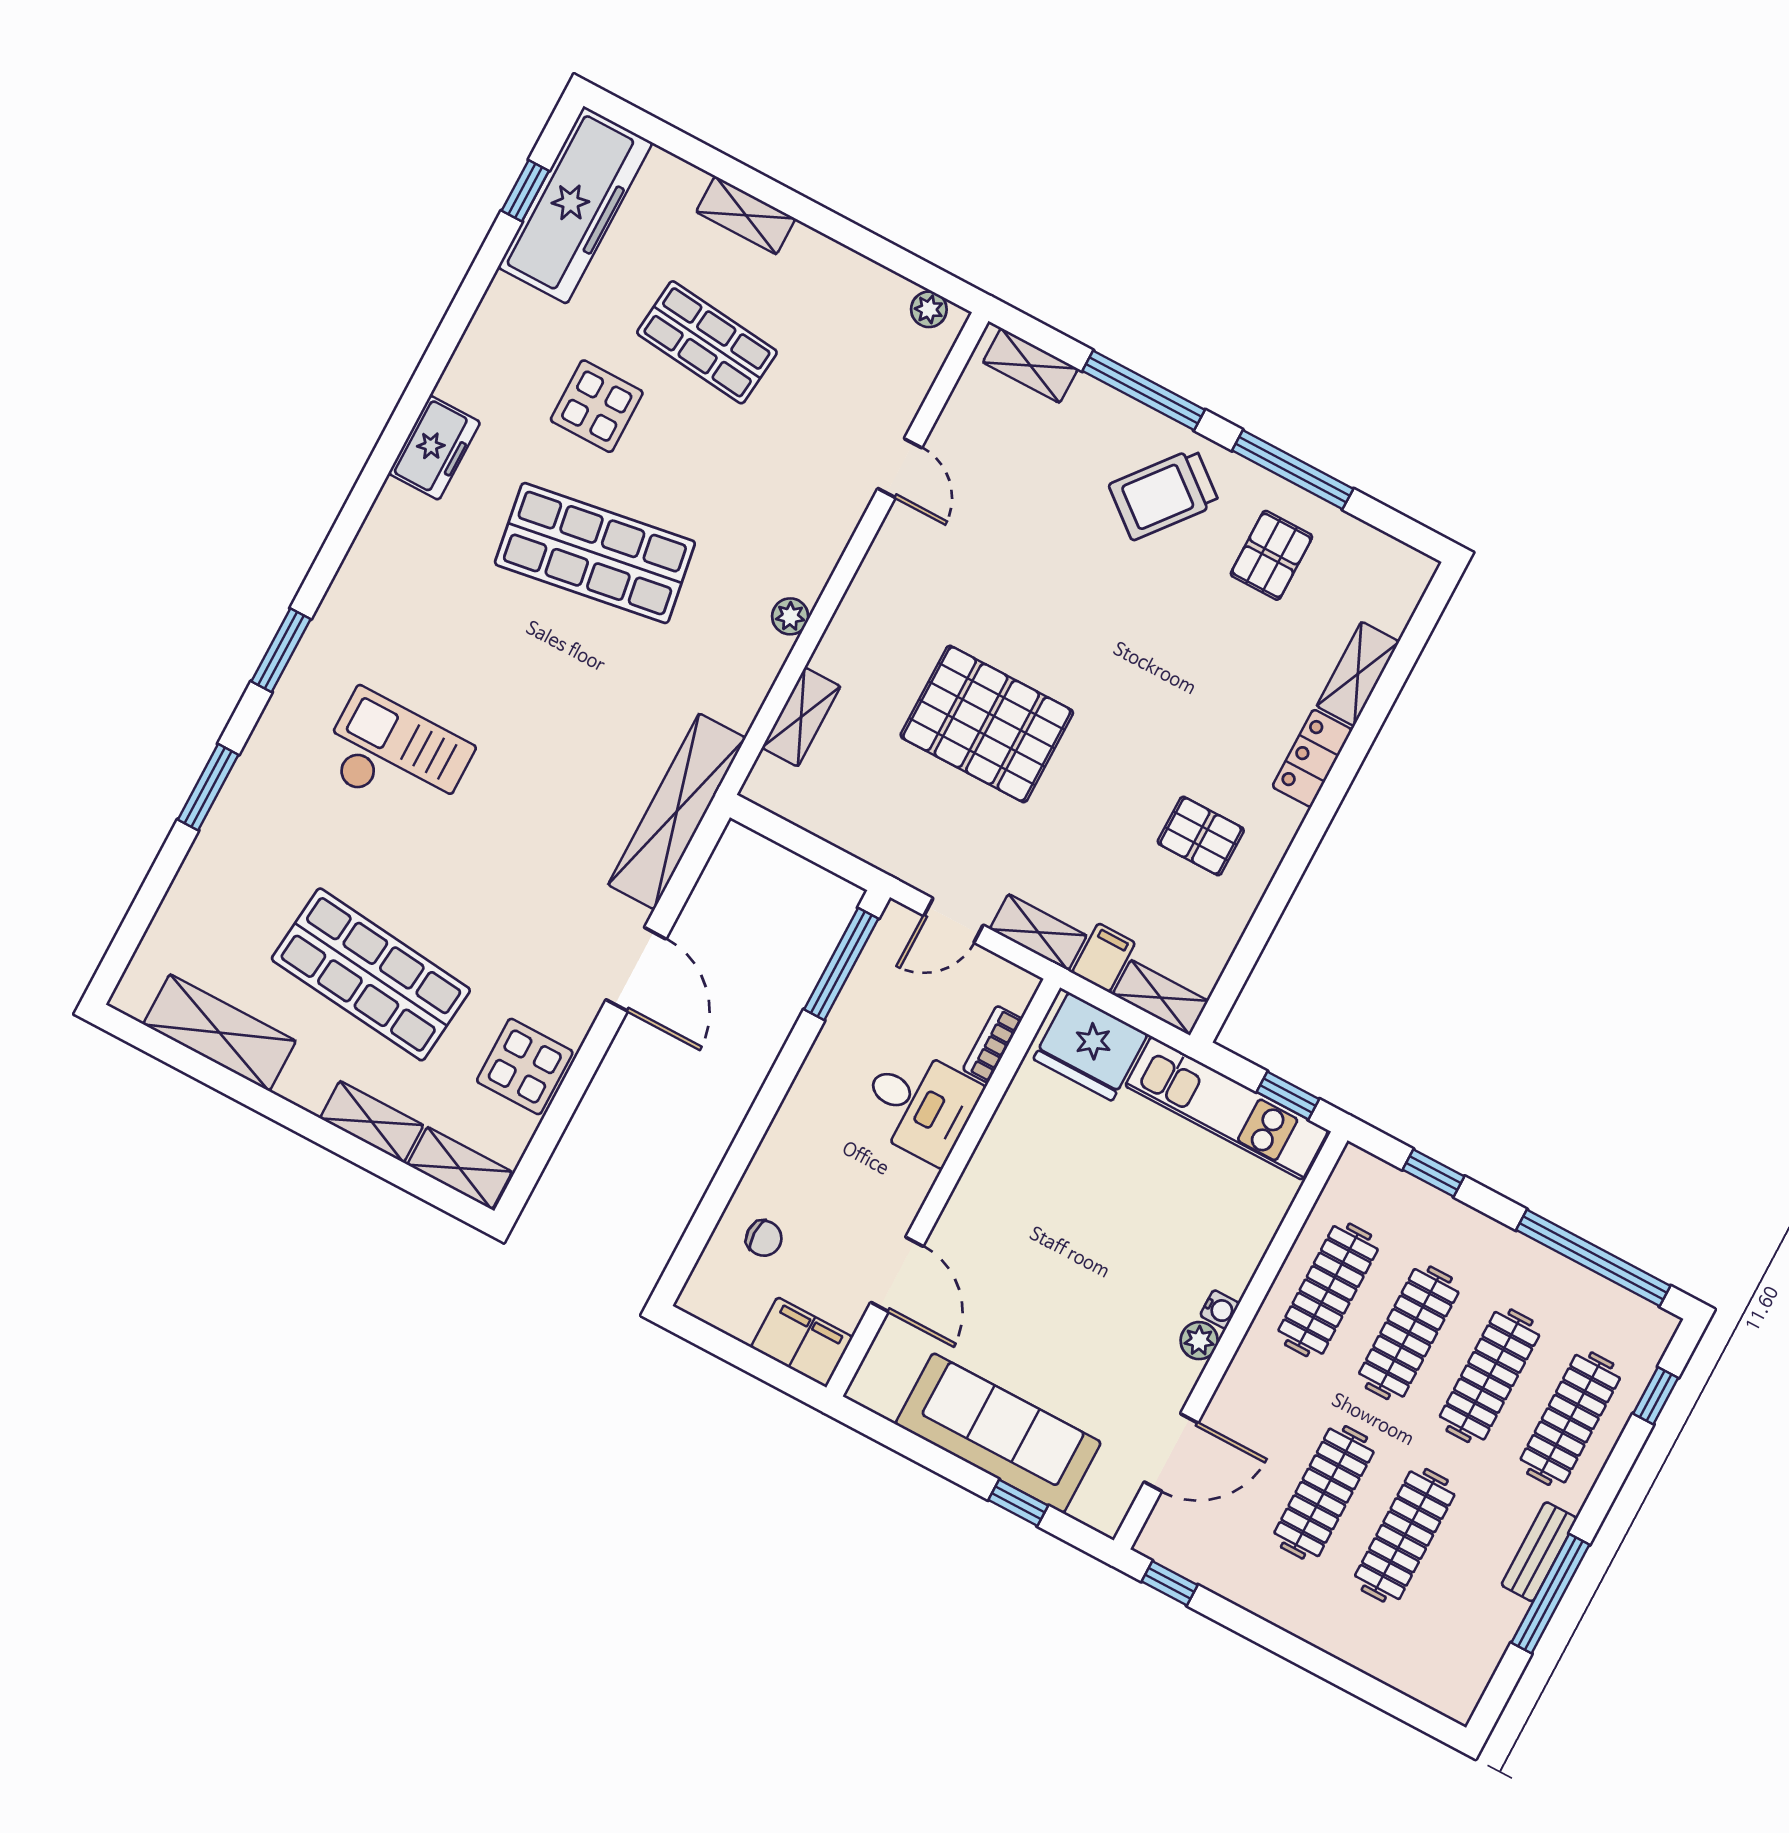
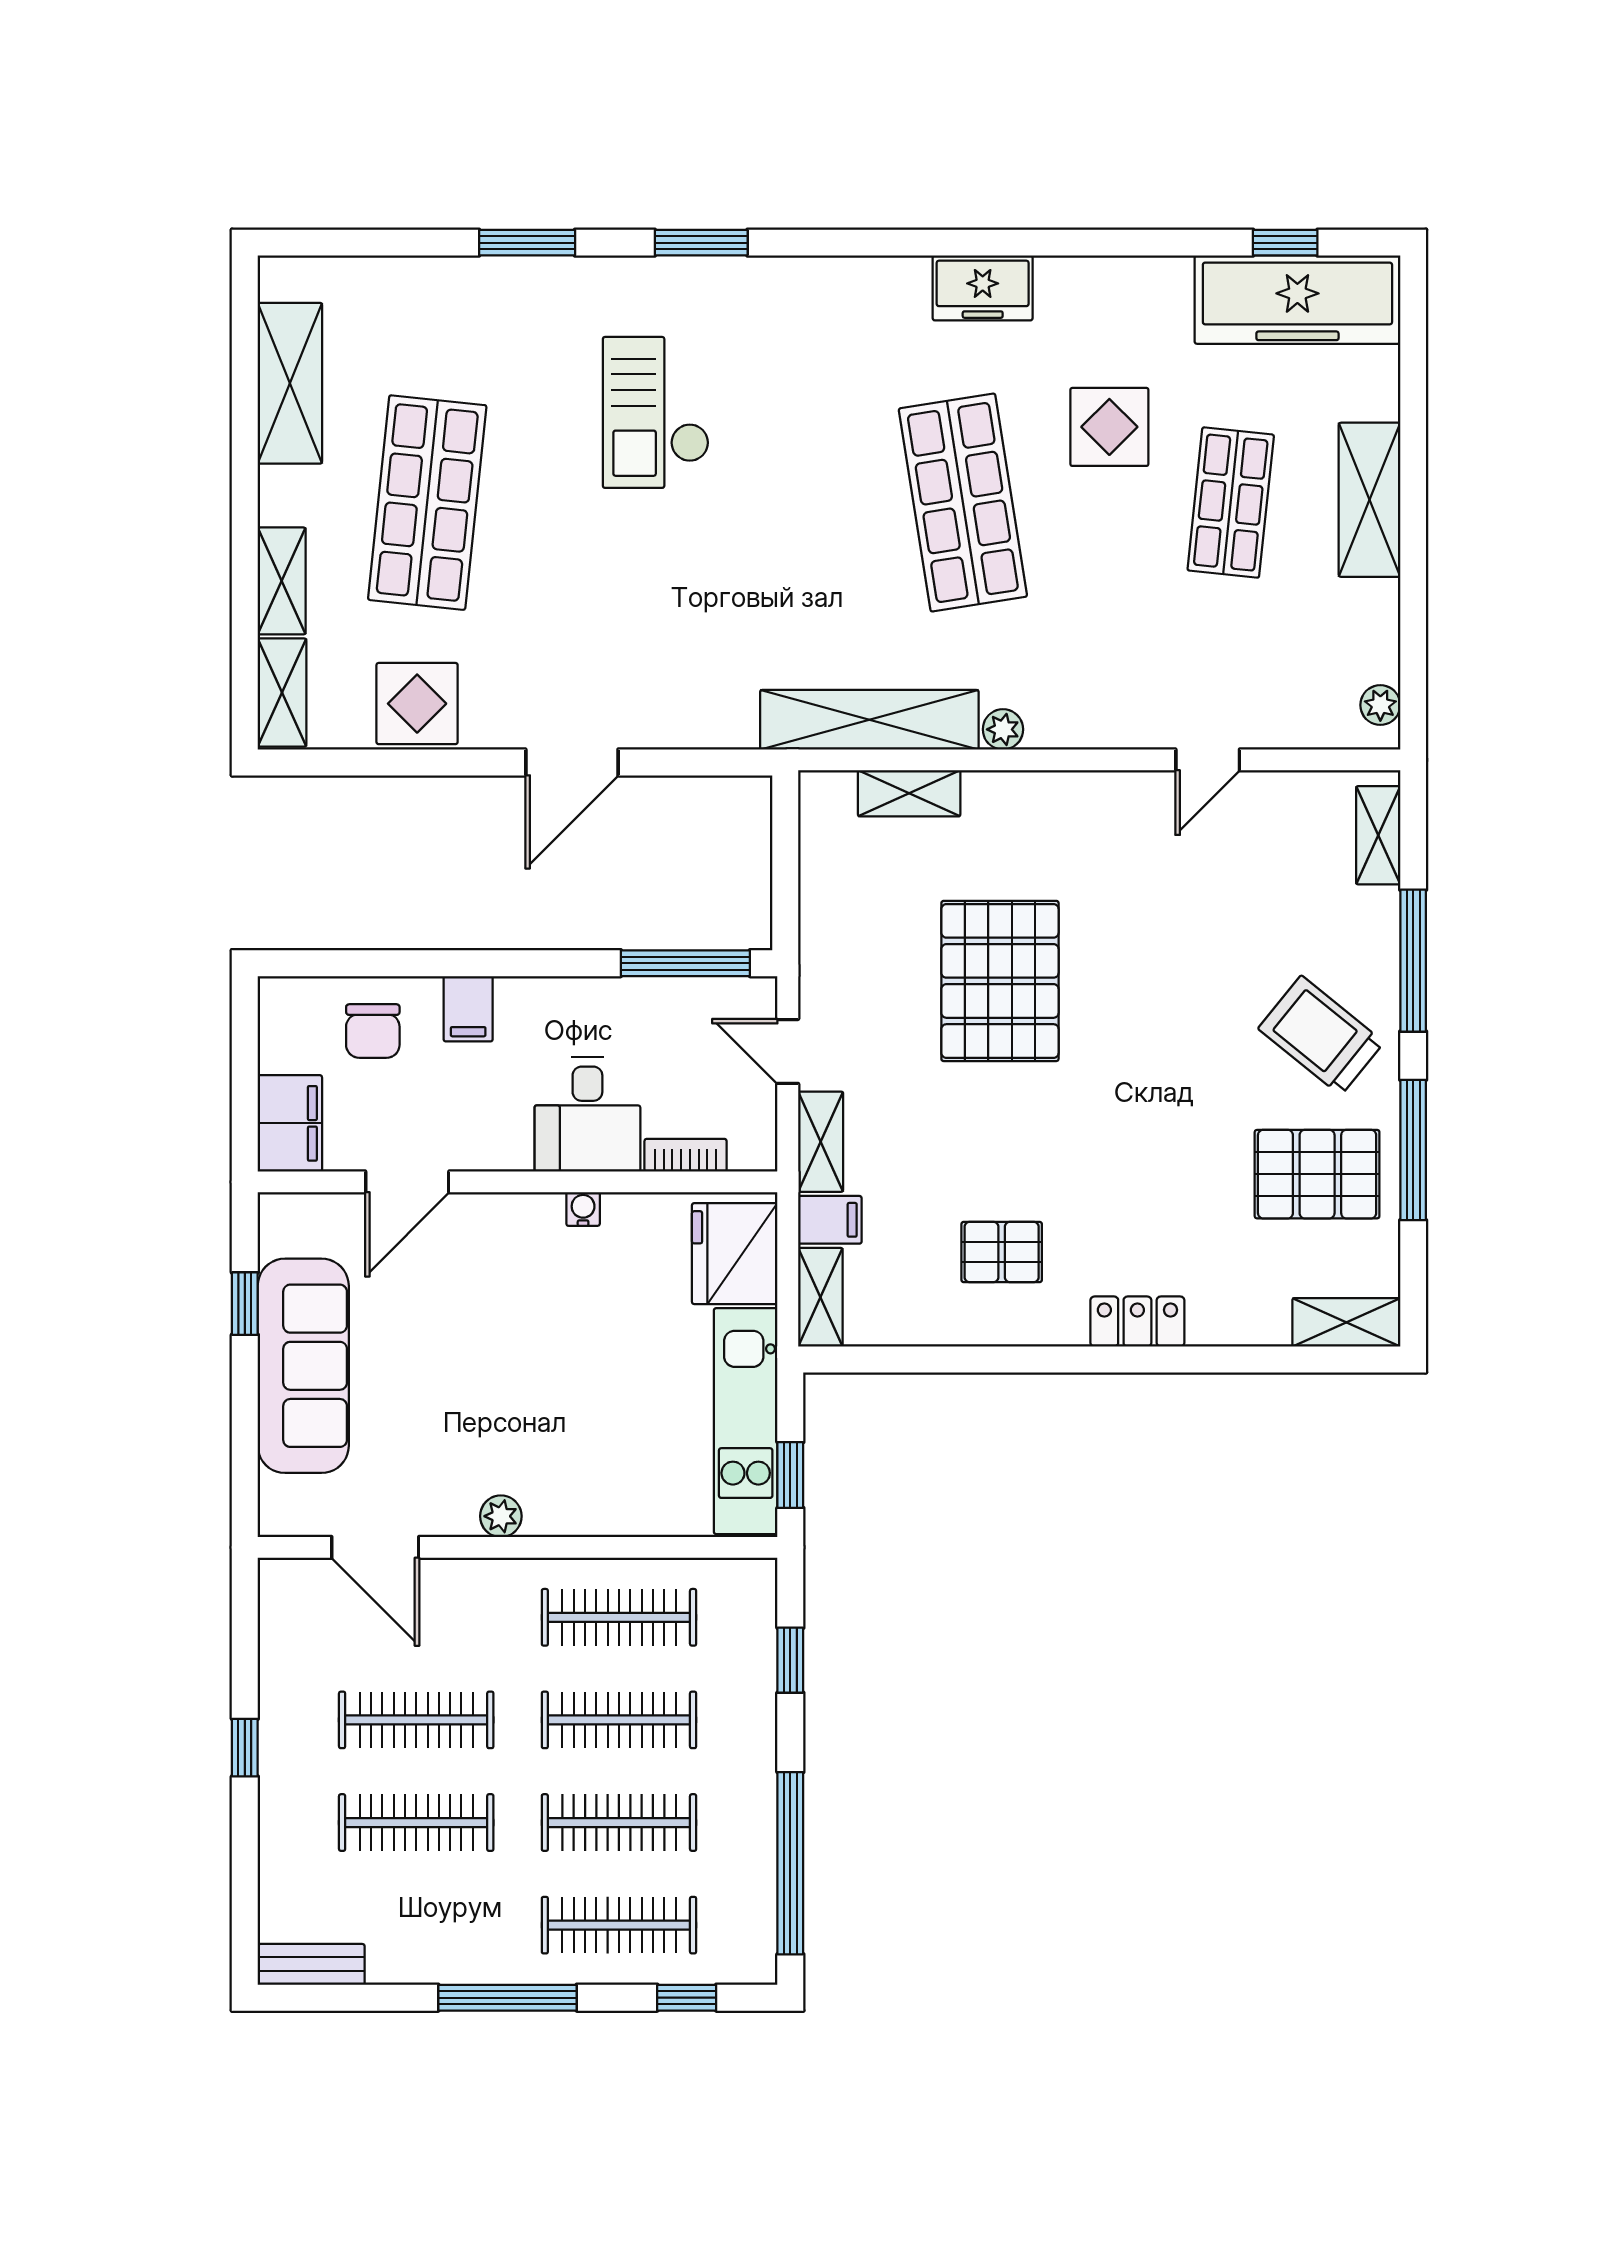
shelving: (746, 215) -> (1369, 500), width x1.50, depth x1.33
pallet: (1271, 555) -> (1317, 1174), width x1.50, depth x1.42
shelving: (1358, 674) -> (1346, 1322), moved
checkout: (396, 757) -> (656, 412), turned 180
shelving: (677, 811) -> (869, 720), moved
pallet: (1201, 836) -> (1002, 1252), turned 90
filing cabinet: (786, 1154) -> (468, 1009), added
chair: (764, 1238) -> (373, 1031), width x1.37, depth x1.37
water cooler: (1220, 1309) -> (583, 1209), moved, turned 180
window: (1018, 1503) -> (245, 1304), moved
bench: (1539, 1552) -> (311, 1964), moved
window: (1170, 1583) -> (245, 1748), moved
window: (1550, 1594) -> (508, 1998), moved

